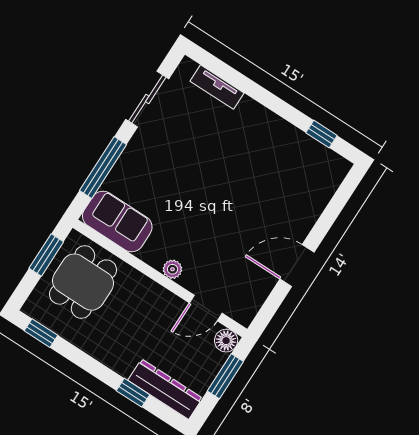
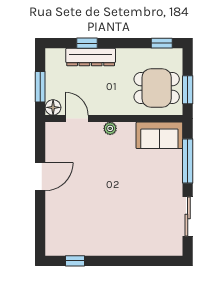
tv unit: (217, 87) -> (152, 249), removed
dining table: (83, 282) -> (157, 88), turned 90
door: (206, 308) -> (77, 119), hinge flipped
dresser: (165, 389) -> (91, 57), moved

